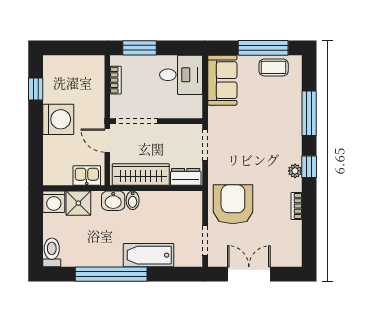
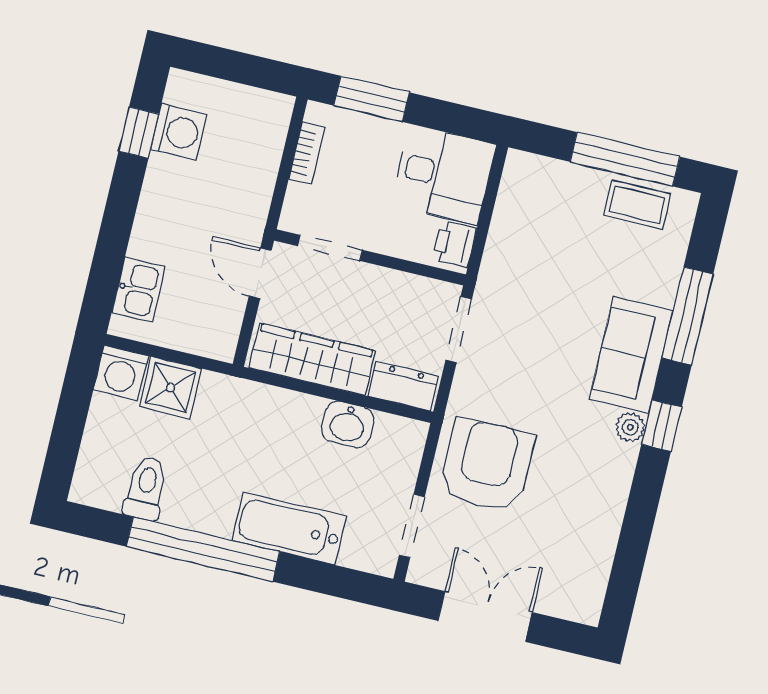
sofa: (222, 80) -> (631, 355), moved, turned 180
printer: (194, 106) -> (454, 244), added
washing machine: (58, 119) -> (179, 132), moved, width x0.73, depth x0.73
doorway: (137, 121) -> (330, 248), width x0.73
kitchen sink: (87, 176) -> (139, 290), moved, turned 90
bidet: (133, 200) -> (283, 408), removed
washbasin: (113, 201) -> (347, 424), moved
bookcase: (297, 206) -> (616, 500), removed
toilet: (52, 252) -> (146, 488), moved

